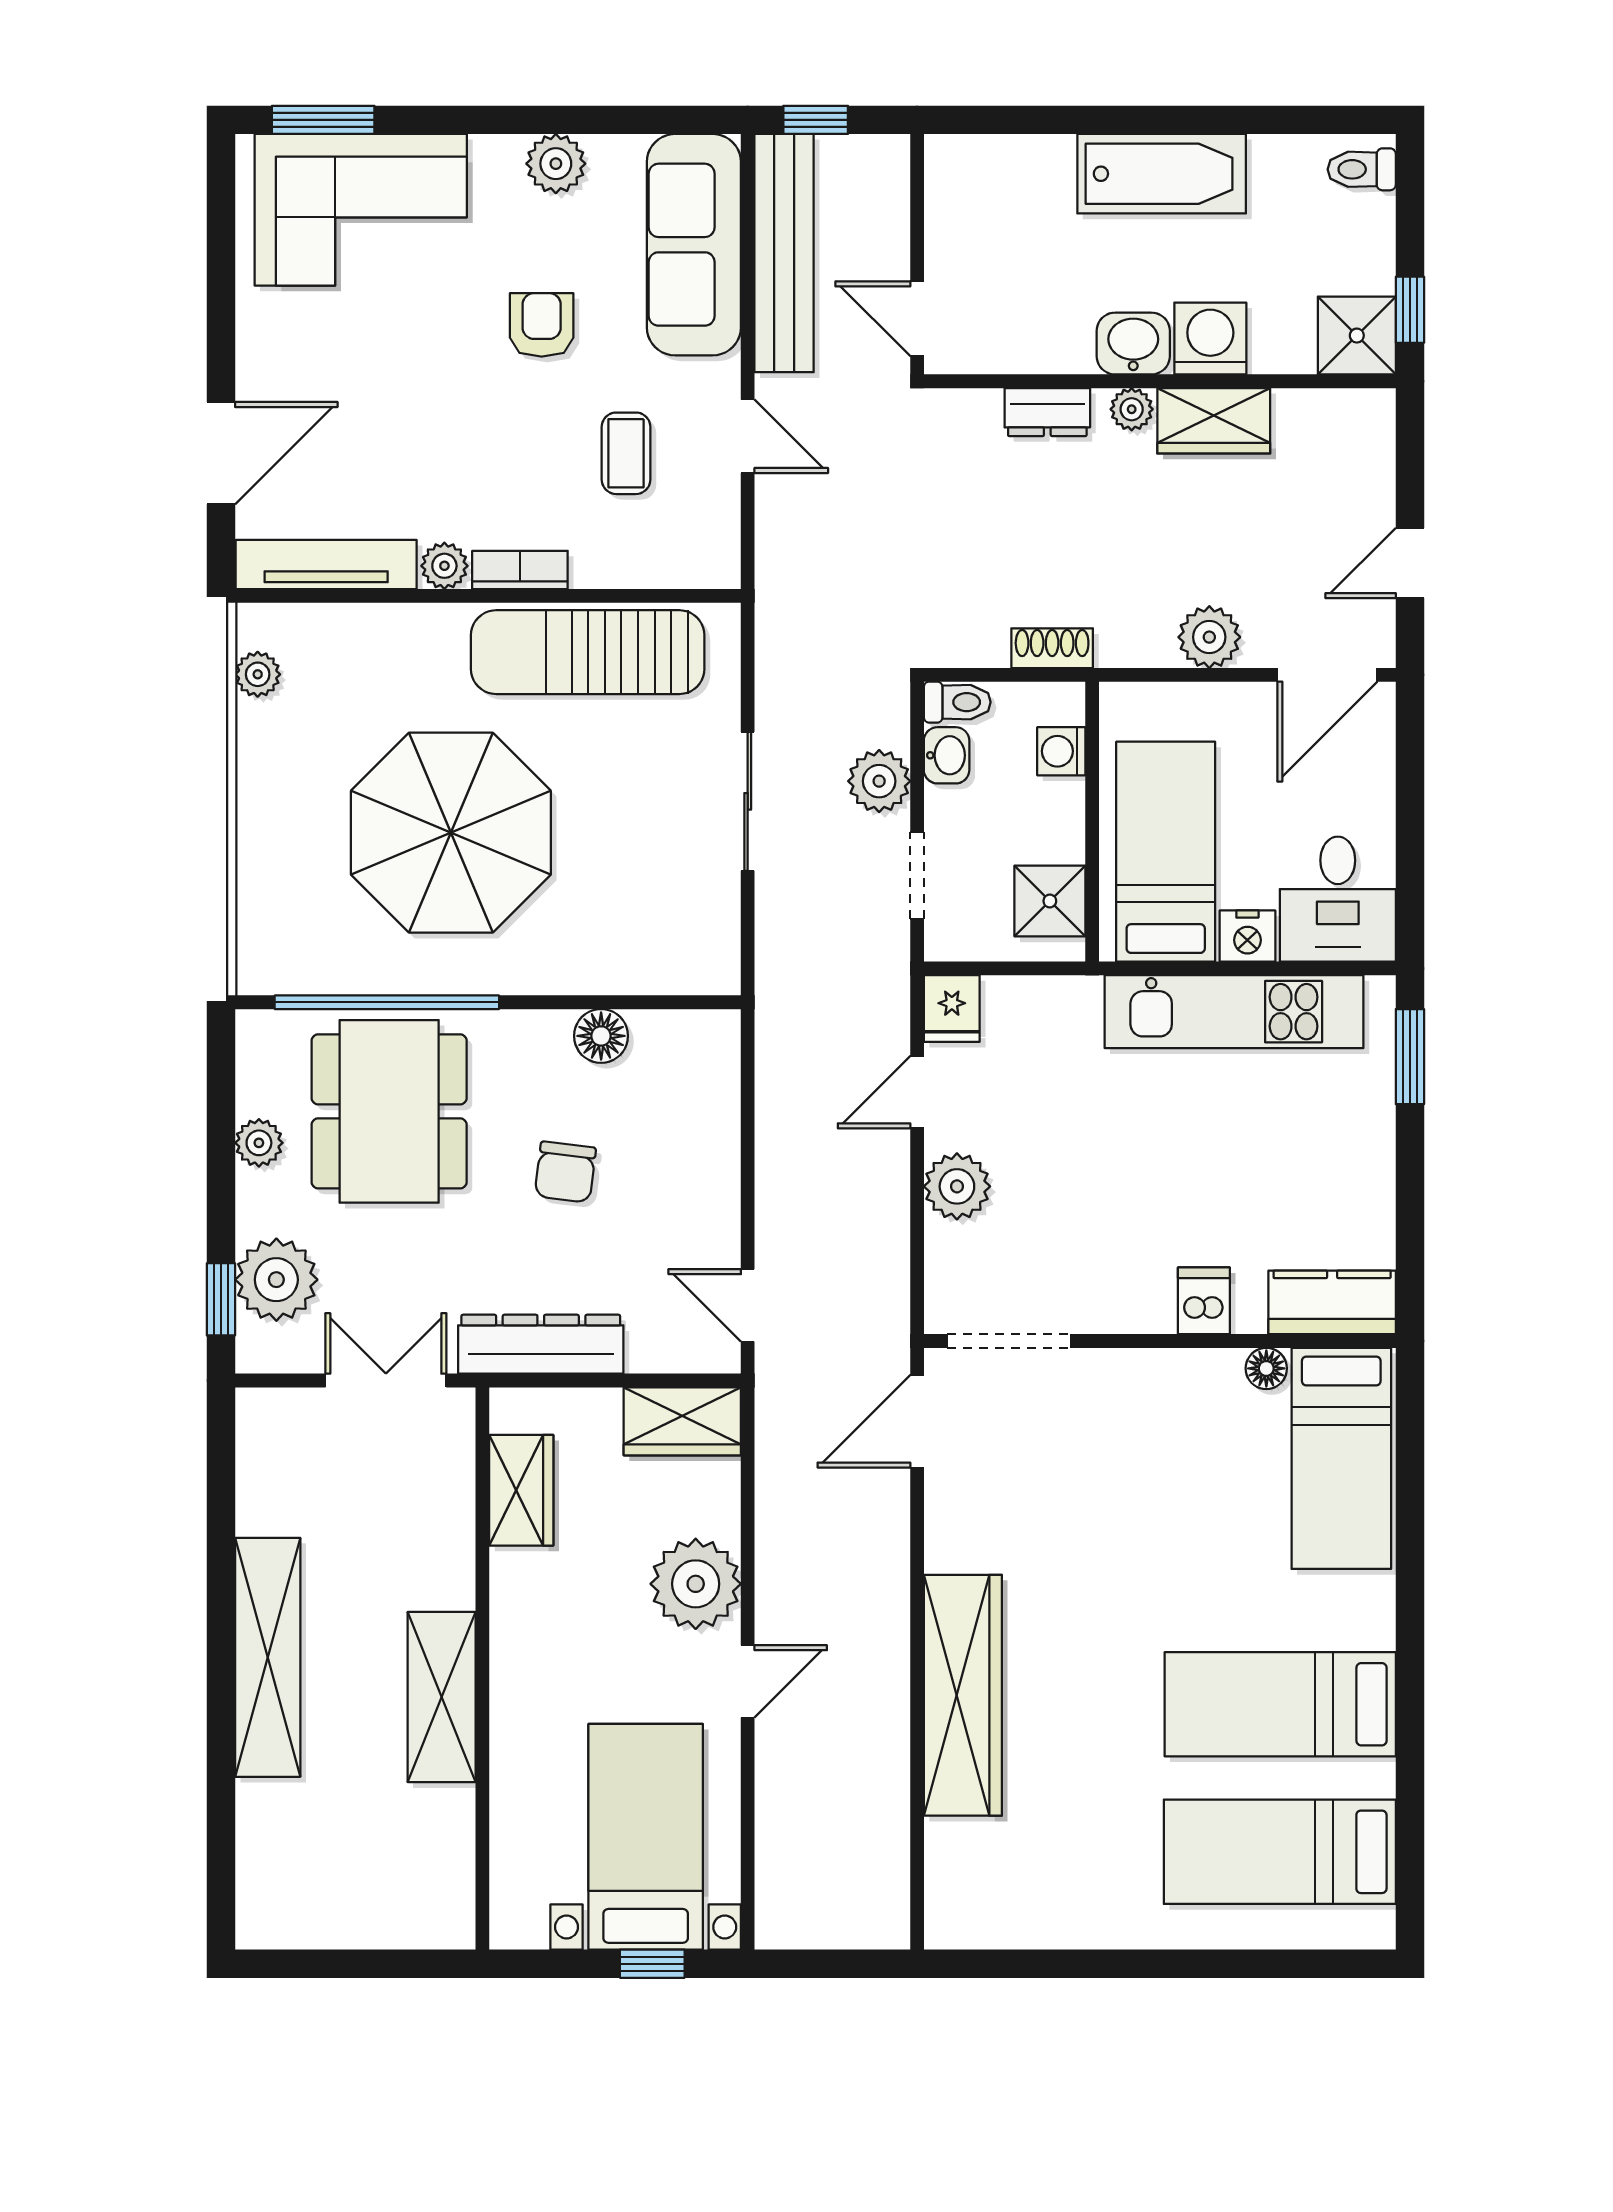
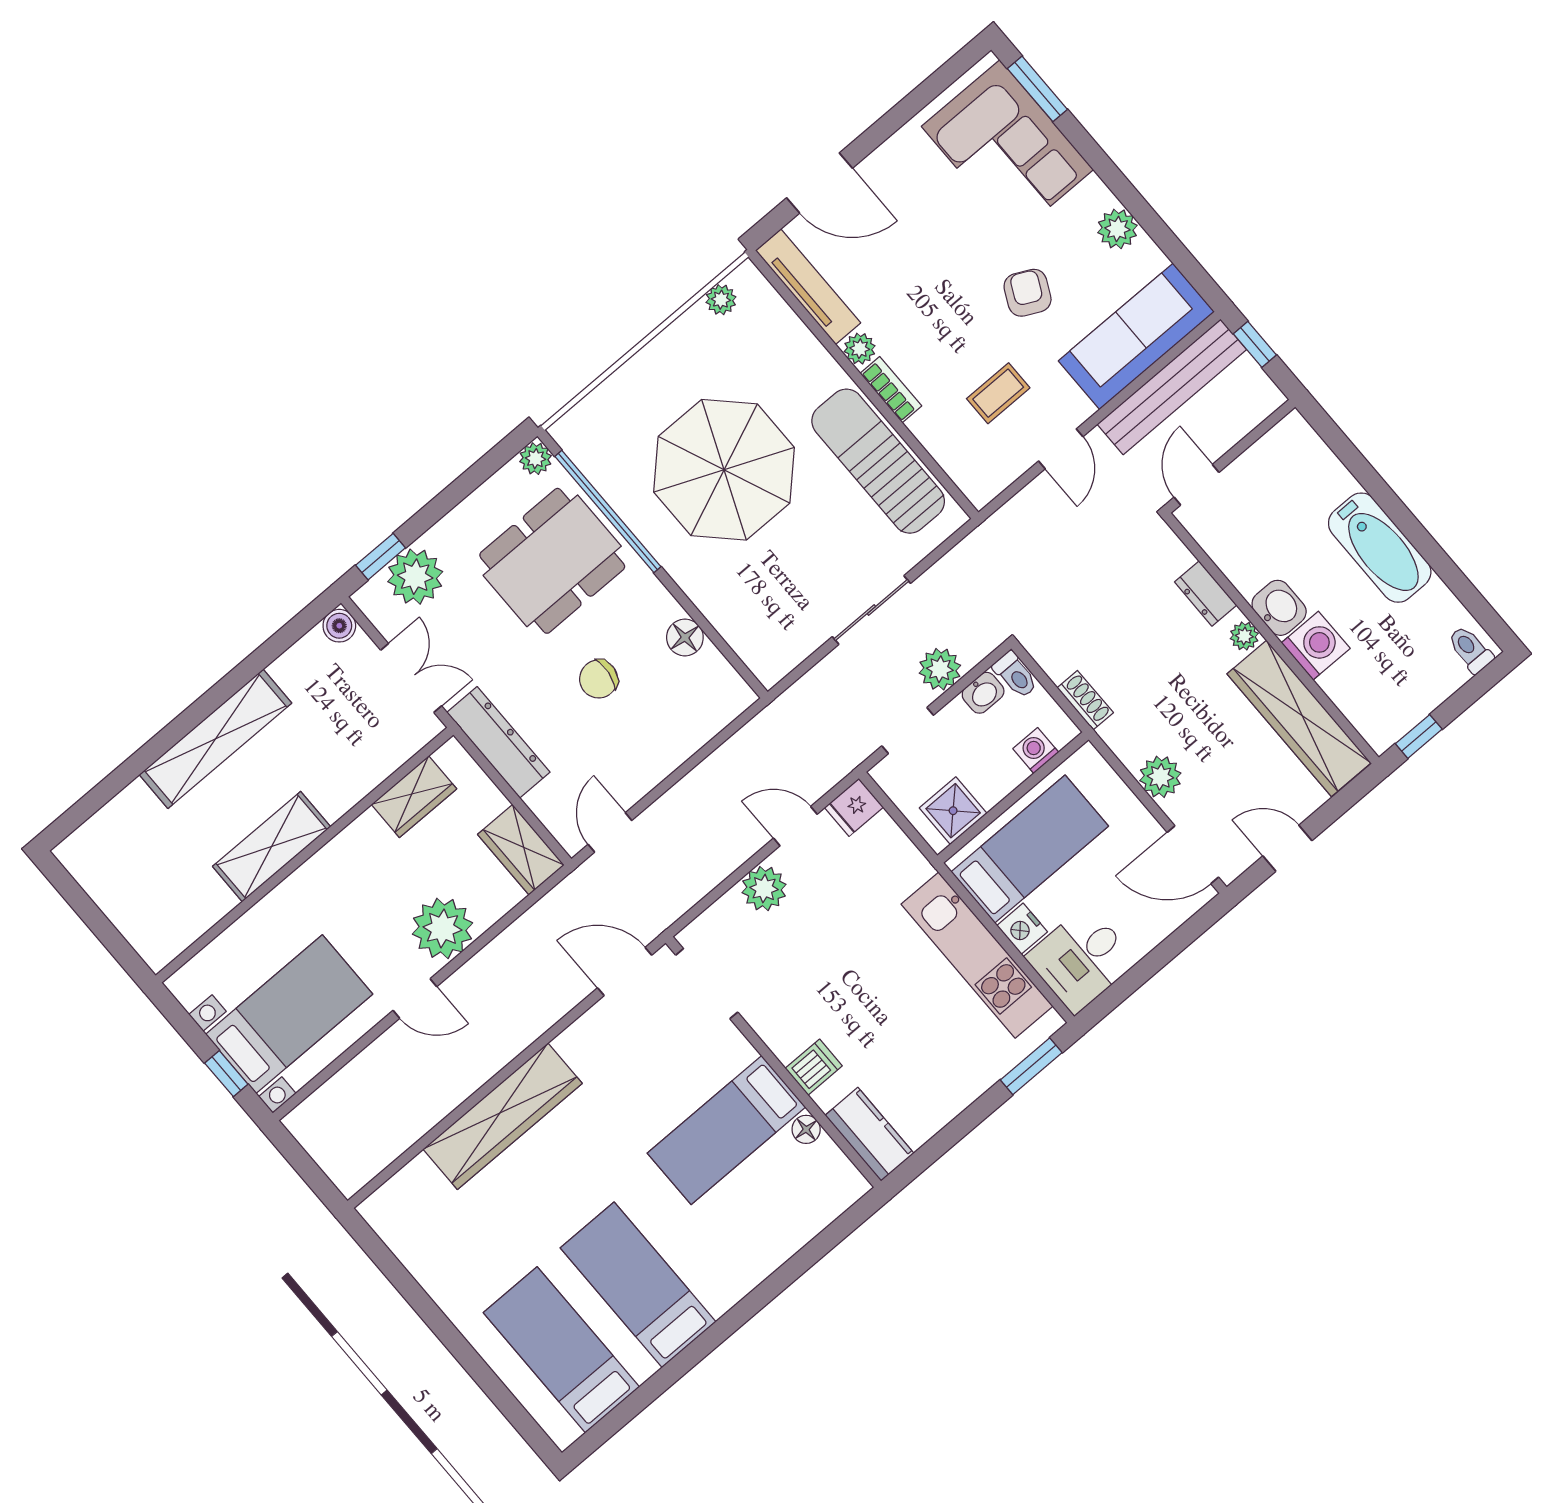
armchair: (542, 325) -> (1028, 293), turned -64
shower: (1357, 336) -> (1382, 720), removed
wardrobe: (1214, 421) -> (1299, 718), width x2.10, depth x1.17
plant: (259, 1143) -> (535, 459), moved
boiler: (259, 1411) -> (339, 626), added
bed: (1341, 1458) -> (726, 1130), moved

